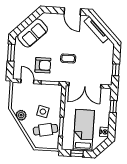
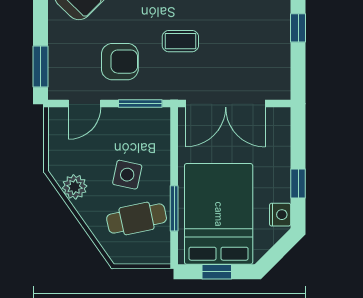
window: (11, 53) -> (40, 66), moved
window: (116, 70) -> (298, 28), moved
door: (27, 81) -> (85, 104), swing flipped
window: (113, 106) -> (298, 183), moved
bed: (84, 130) -> (219, 214), width x1.50

